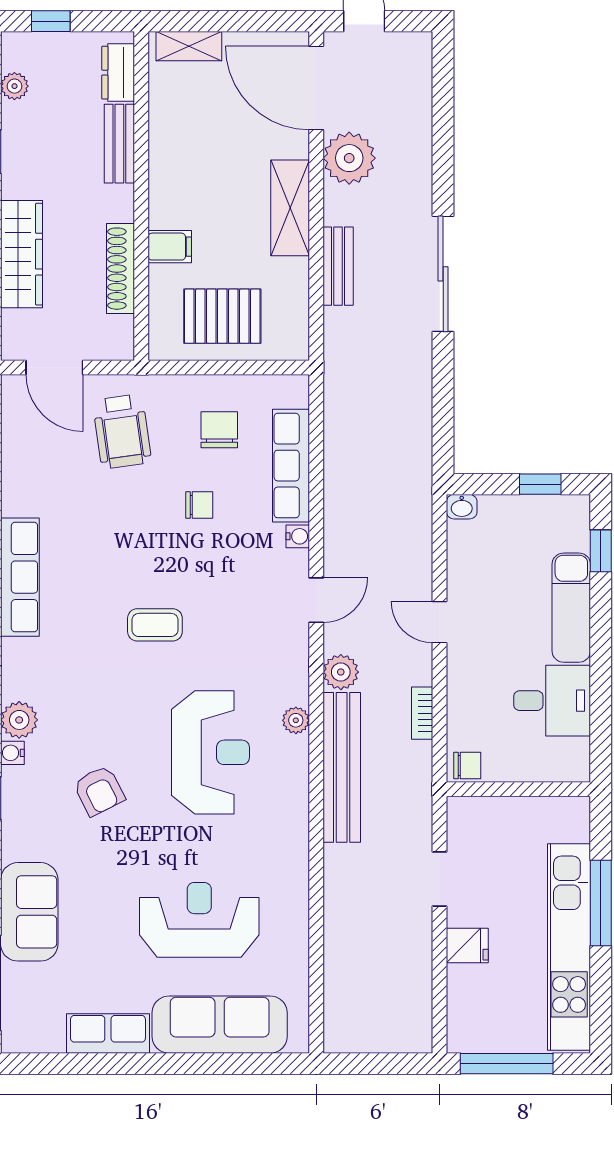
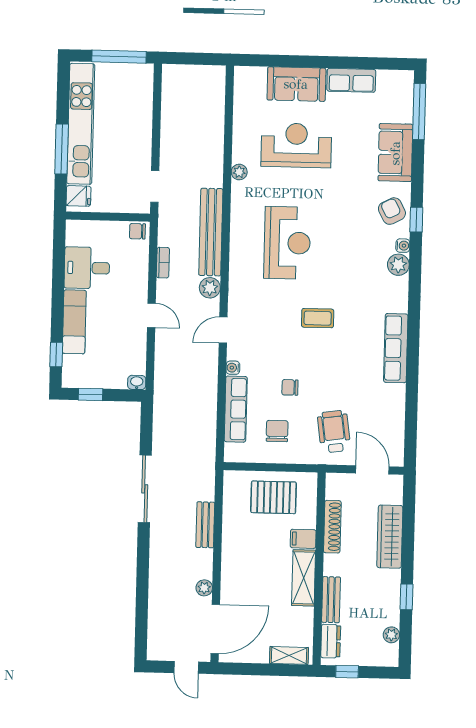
window: (51, 21) -> (347, 672), moved
door: (316, 88) -> (215, 629), hinge flipped
plant: (349, 158) -> (204, 588), width x0.53, depth x0.53
shelving: (290, 208) -> (304, 578), moved
sliding door: (443, 274) -> (145, 489), moved
chair: (219, 430) -> (277, 431), turned 180
plant: (296, 720) -> (239, 172), moved
reception desk: (210, 752) -> (287, 243), turned 180
armchair: (99, 791) -> (392, 211), moved
doorway: (440, 879) -> (155, 187), moved
reception desk: (199, 920) -> (296, 145), turned 180
fridge: (467, 946) -> (79, 196), moved, turned 180
sofa: (220, 1025) -> (296, 84), width x0.73

